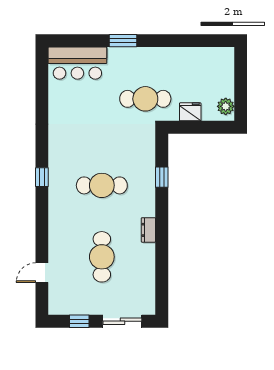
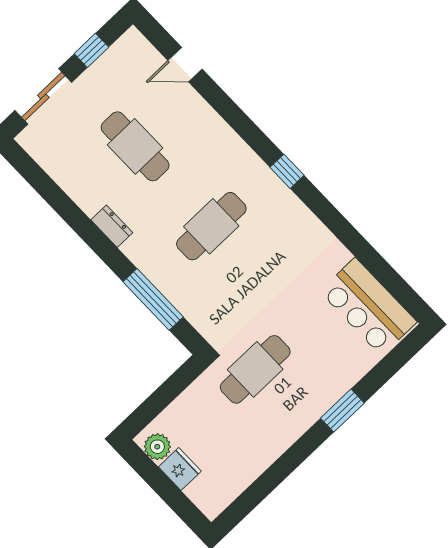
bar counter: (77, 63) -> (368, 307), moved, turned -90
fridge: (190, 112) -> (180, 469), moved, turned -90
window: (162, 177) -> (153, 299), width x2.17
door: (42, 273) -> (185, 65), swing flipped

